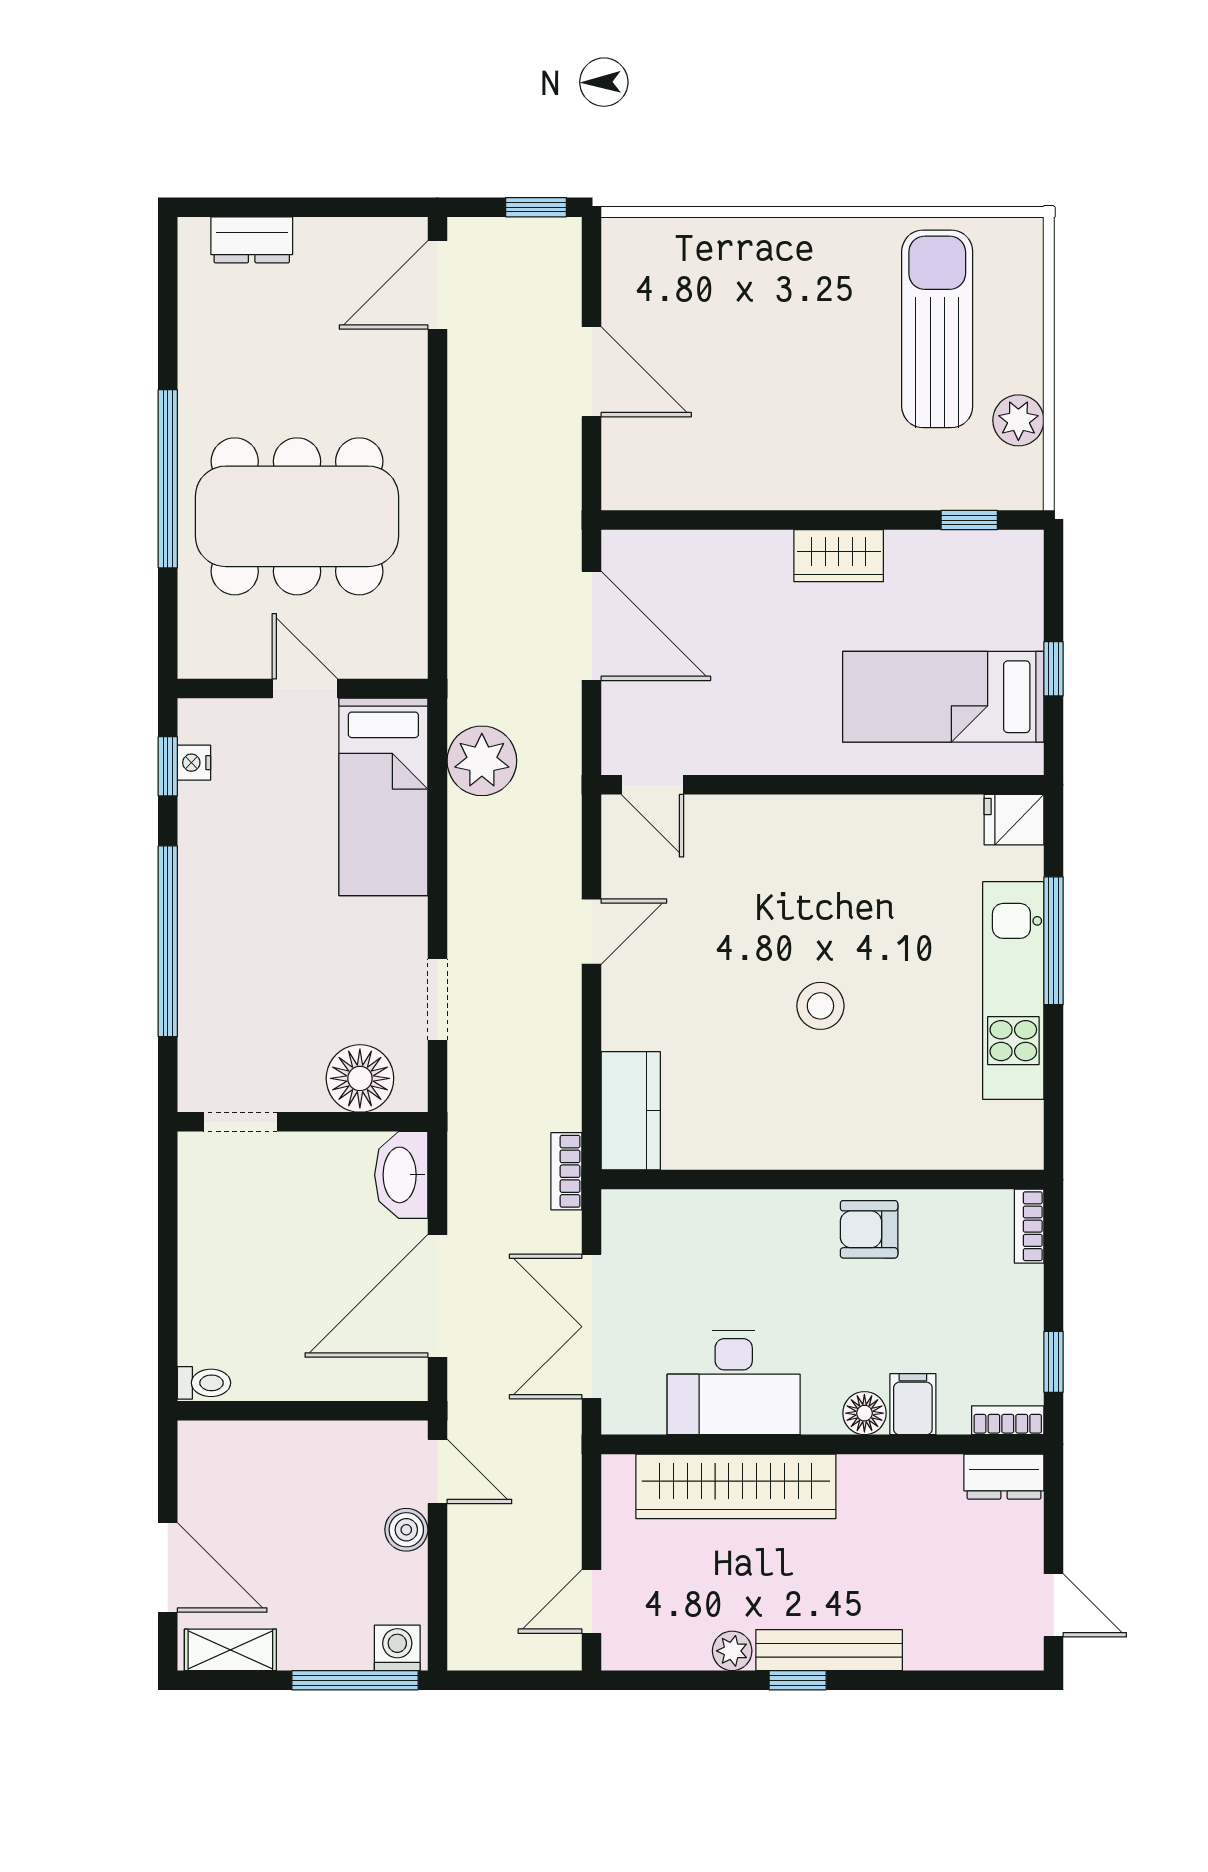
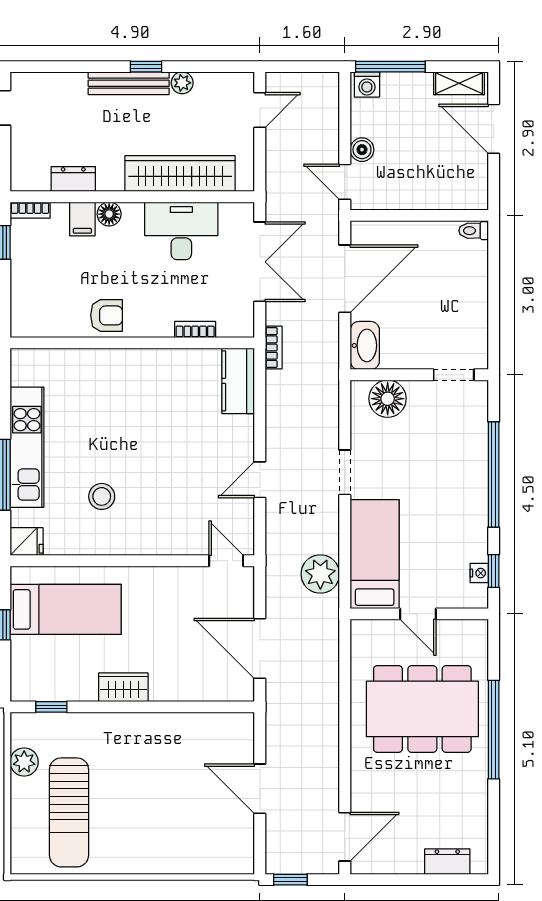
doorway: (437, 1000) -> (345, 472), moved
stool: (820, 1006) -> (102, 496), moved
bookcase: (1029, 1226) -> (195, 329), moved, turned -90
dresser: (1004, 1477) -> (73, 179), moved

